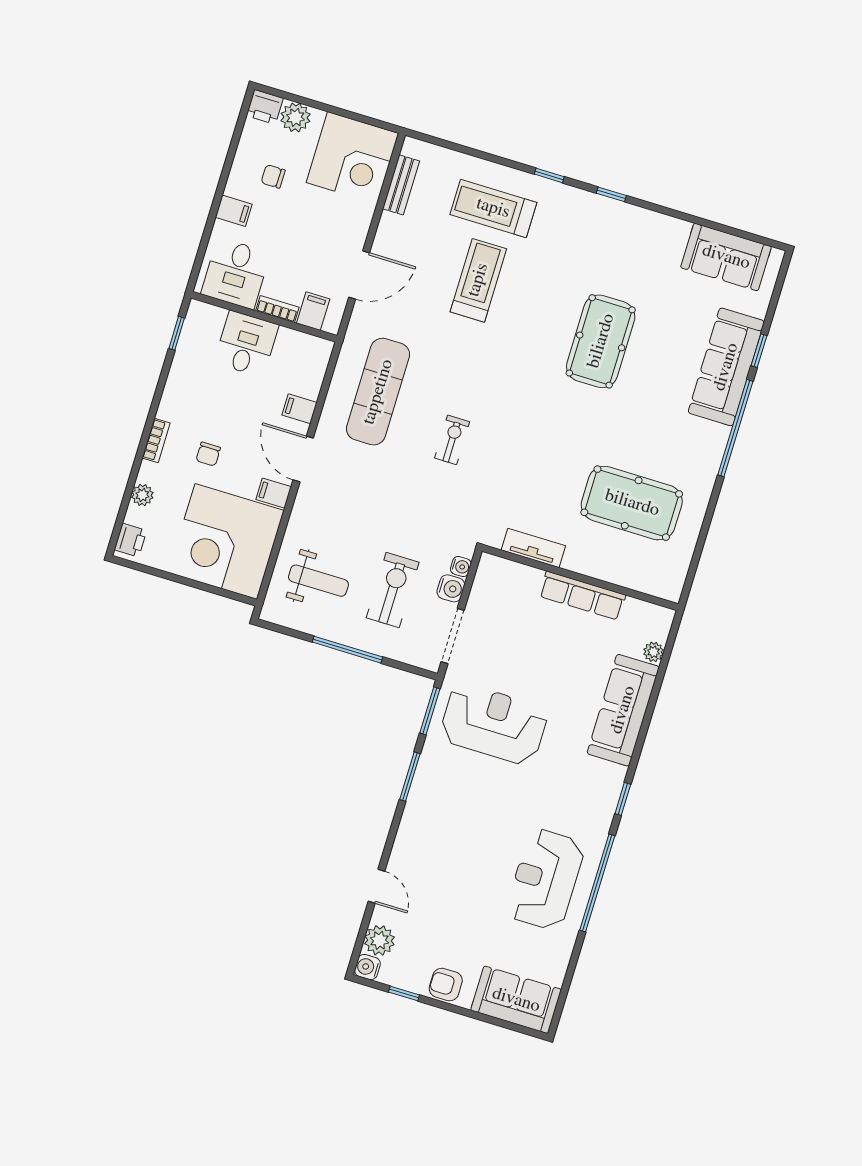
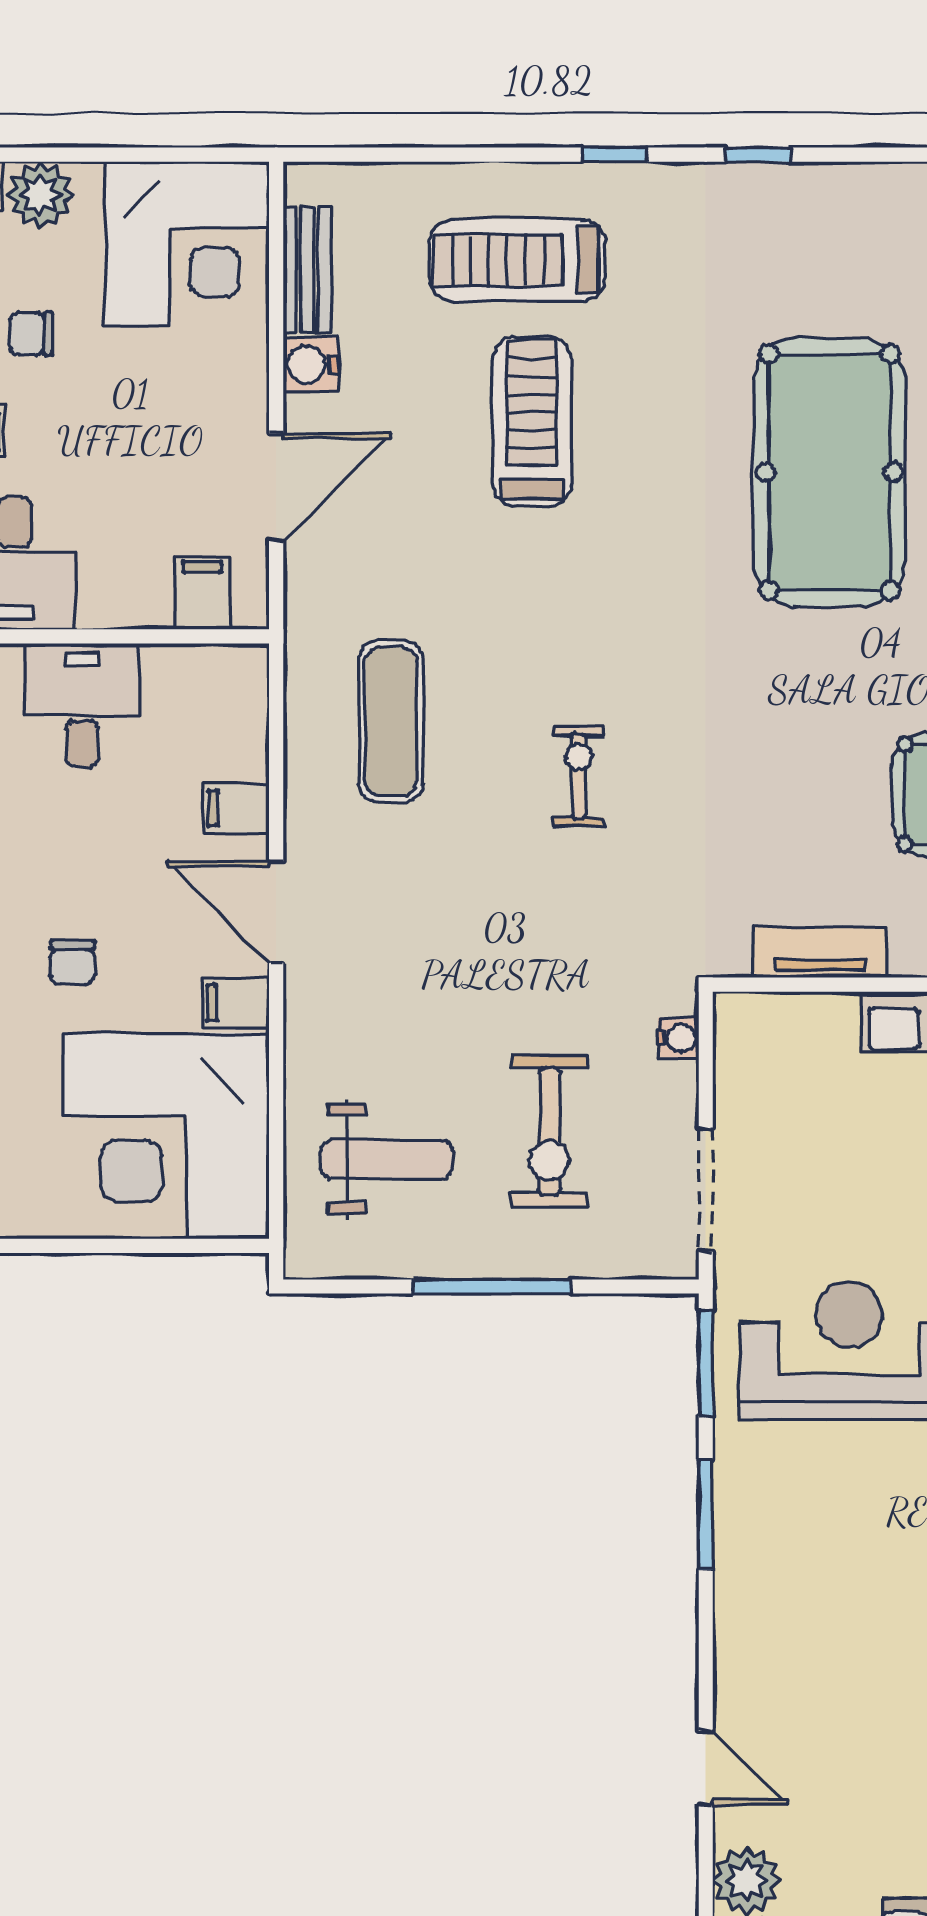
bookcase: (277, 309) -> (125, 611), removed
pool table: (601, 341) -> (830, 472), width x1.36, depth x1.32
exercise mat: (378, 392) -> (391, 721), width x0.73, depth x0.69
water cooler: (451, 588) -> (311, 364), moved, turned 180
exercise bike: (393, 590) -> (549, 1131), turned 180

